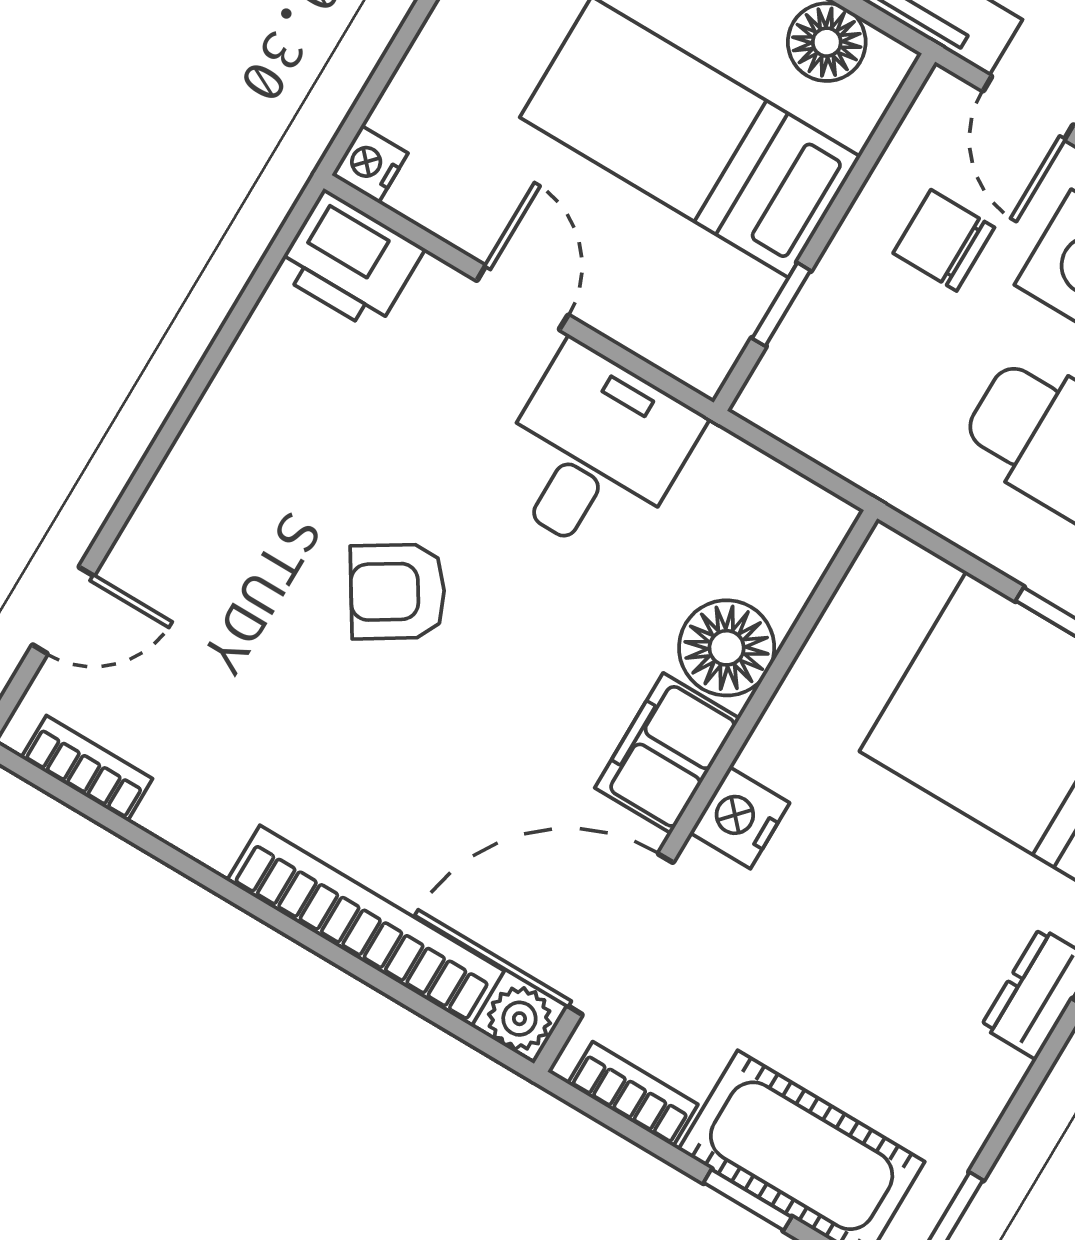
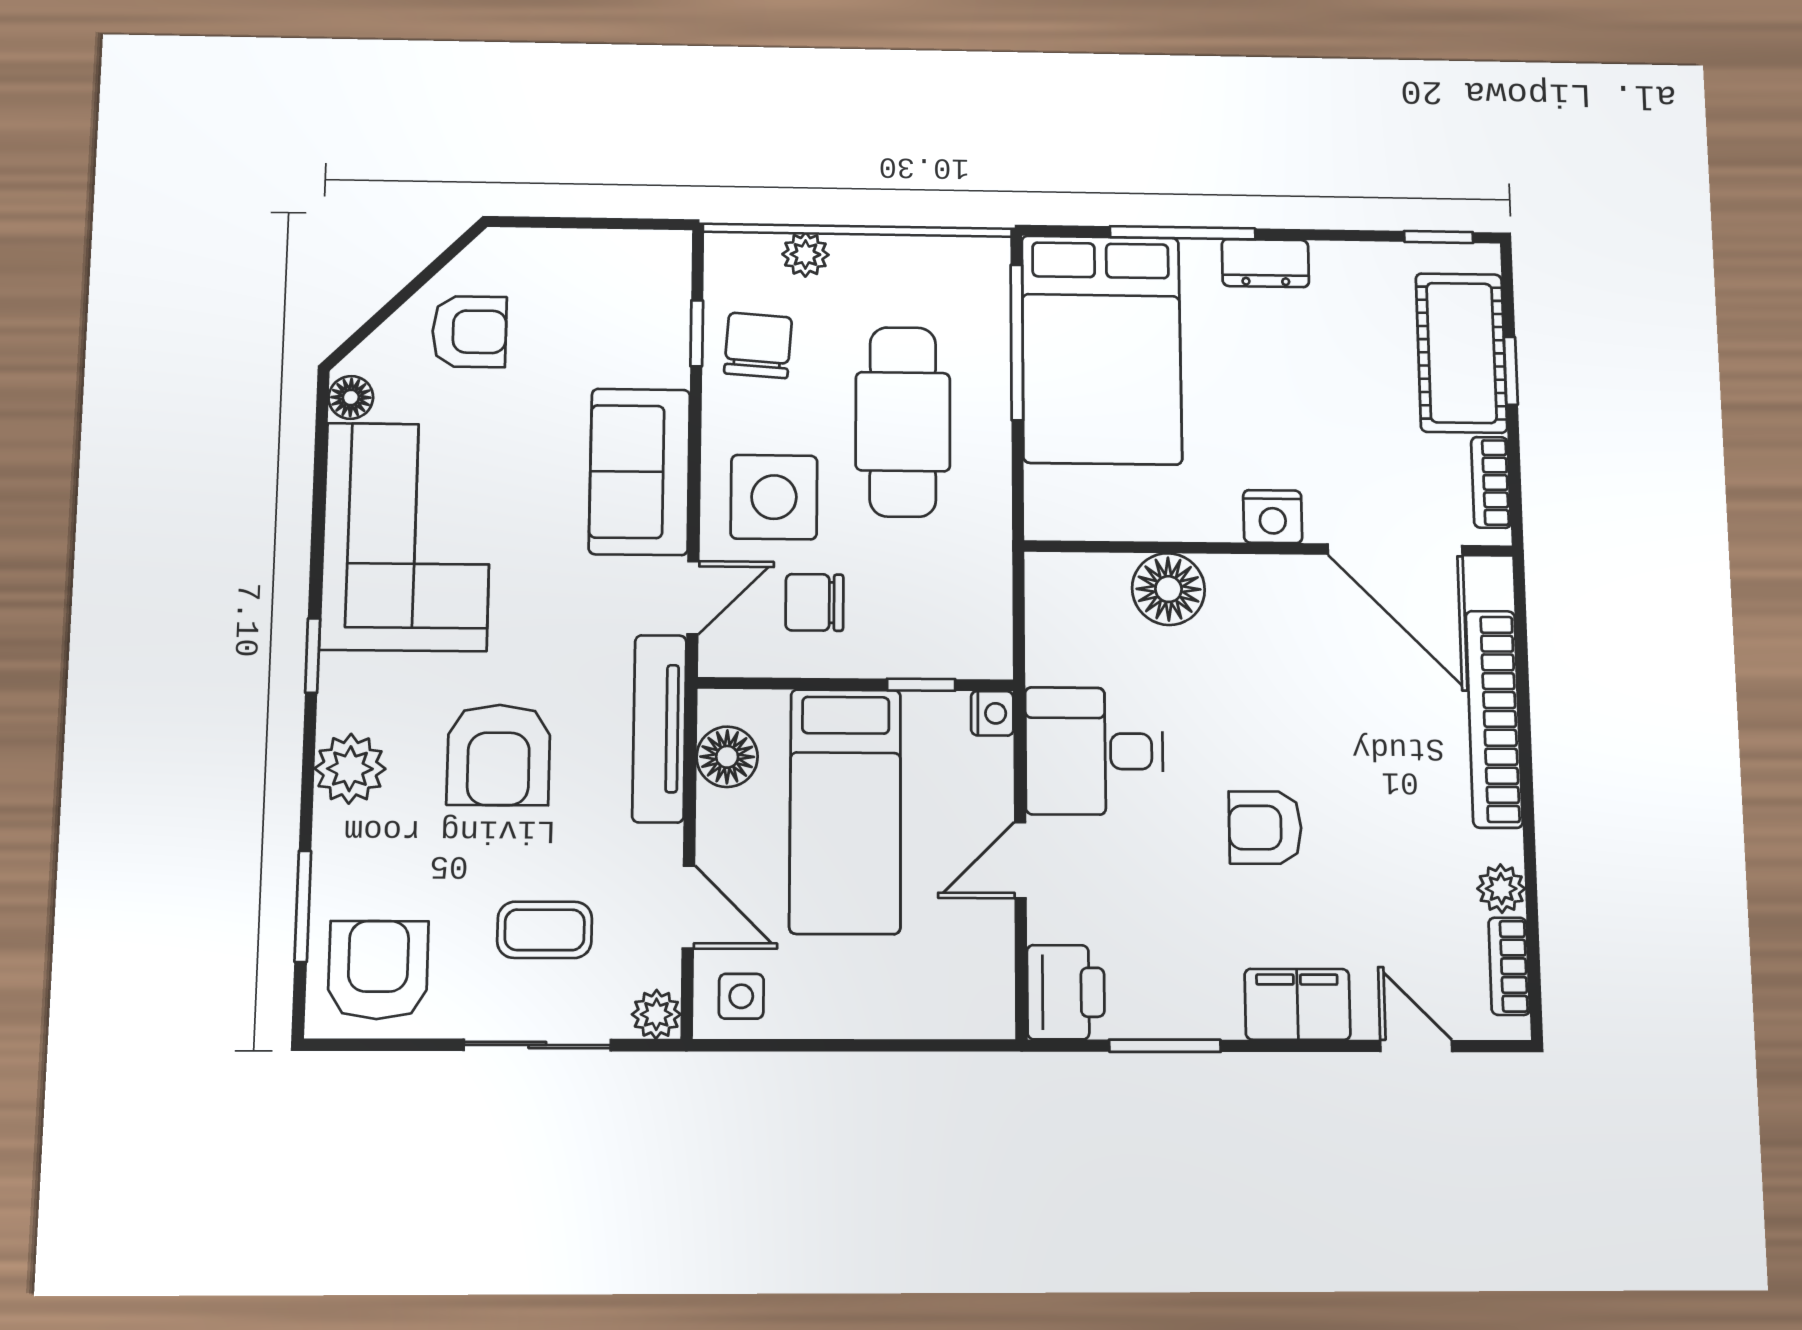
nightstand: (370, 164) -> (992, 713), moved, turned -90
chair: (944, 240) -> (814, 602), turned 90
window: (228, 334) -> (1165, 1046), added
armchair: (398, 592) -> (1265, 828), turned 122
filing cabinet: (667, 753) -> (1297, 1004), moved, turned 180
plant: (519, 1019) -> (1501, 889), moved

